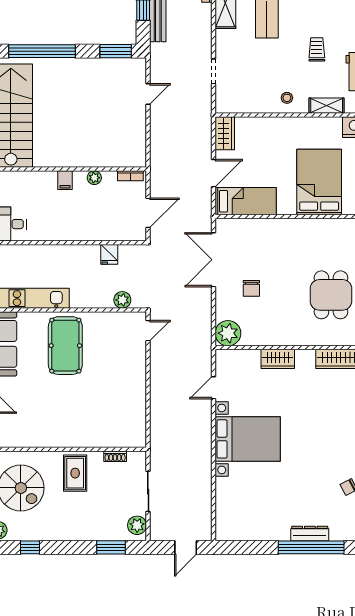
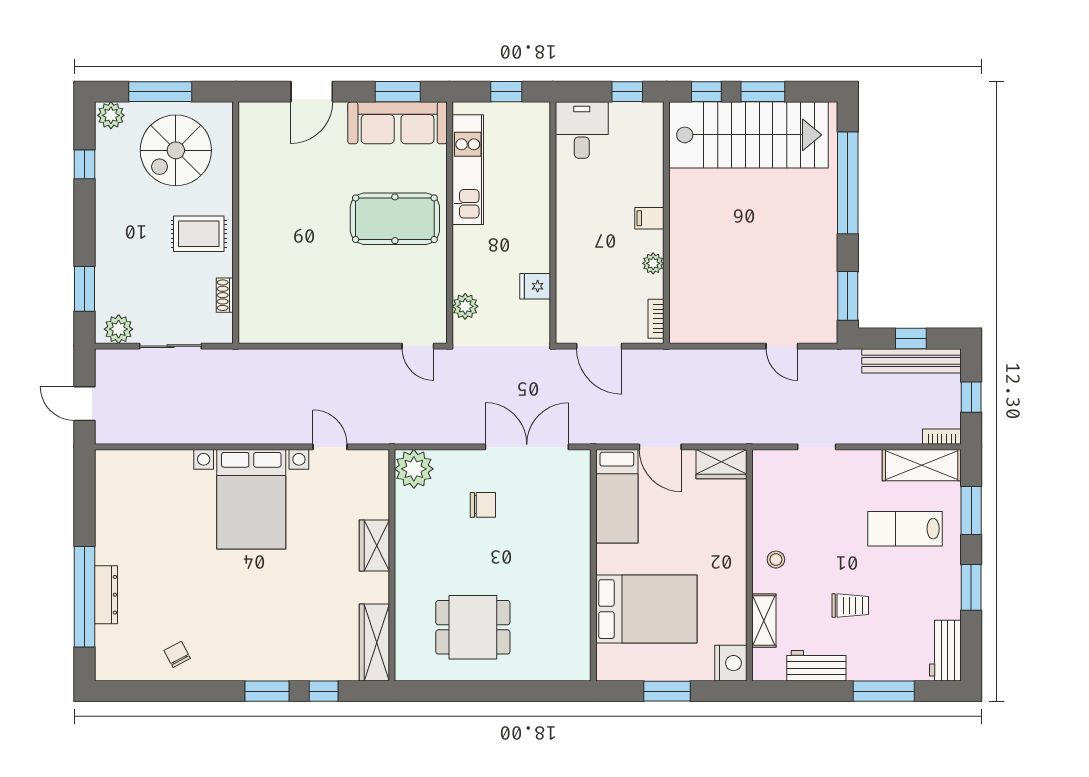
chair: (251, 288) -> (483, 505), turned 180

